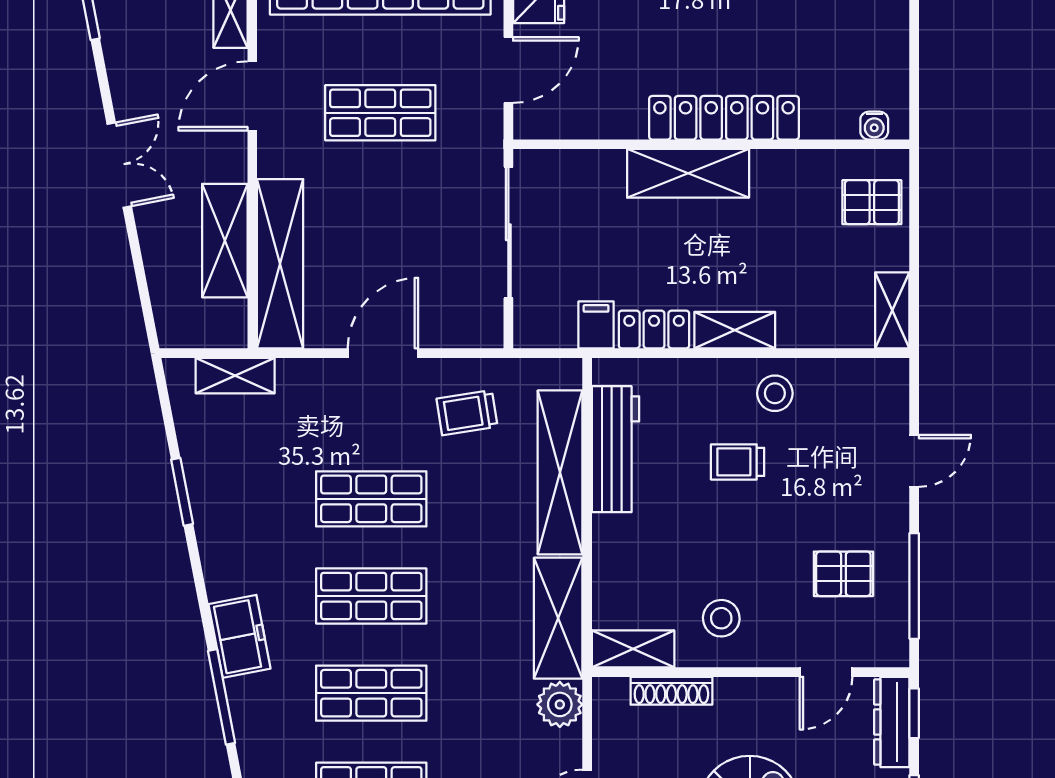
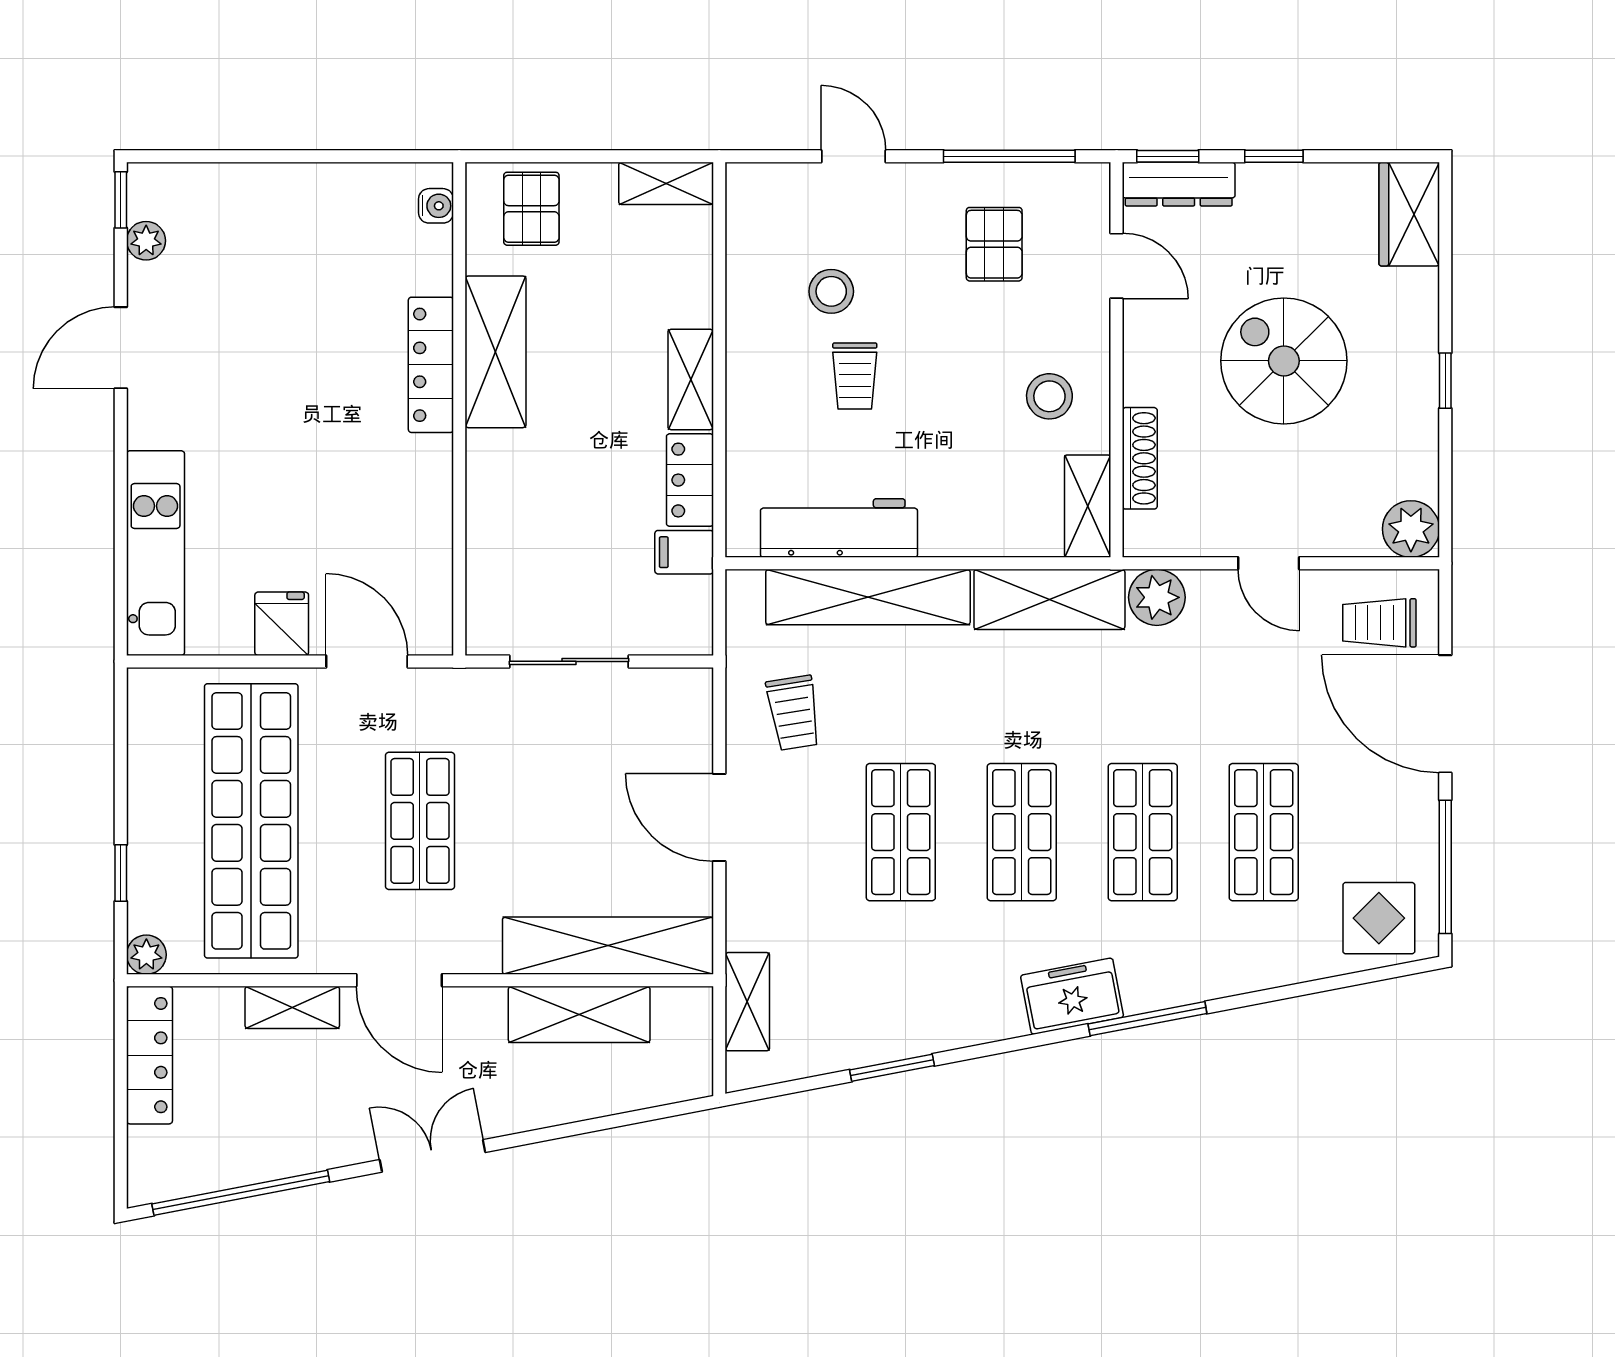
locker: (724, 118) -> (431, 365), width x0.71, depth x0.83
double door: (119, 165) -> (432, 1156), moved
shelving: (688, 173) -> (496, 352), moved
sliding door: (508, 232) -> (569, 661), width x0.73
stool: (775, 393) -> (831, 291), moved

